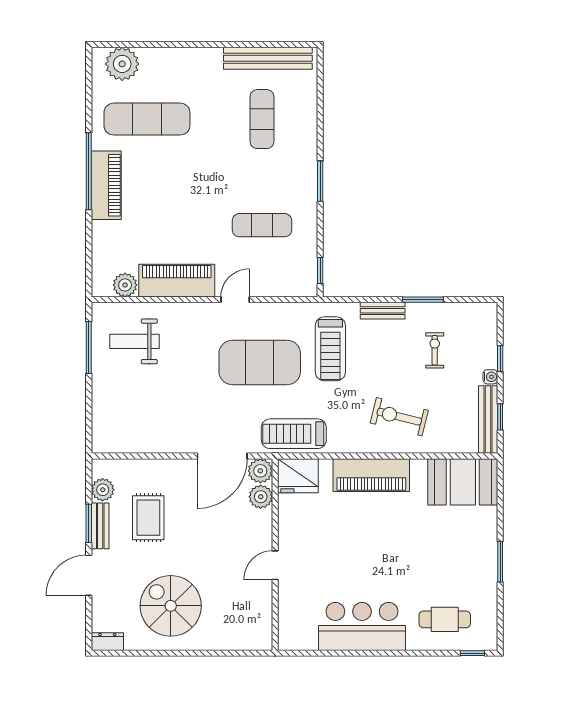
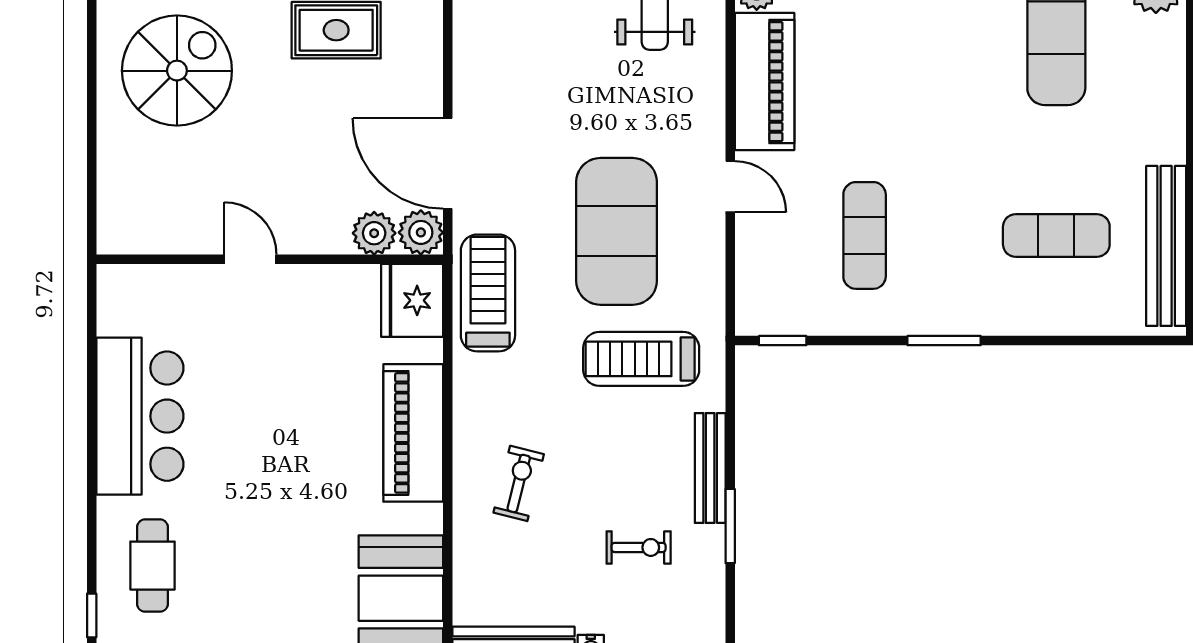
bench: (383, 311) -> (710, 468), width x1.36
exercise bike: (399, 417) -> (519, 483), width x0.73, depth x0.72

